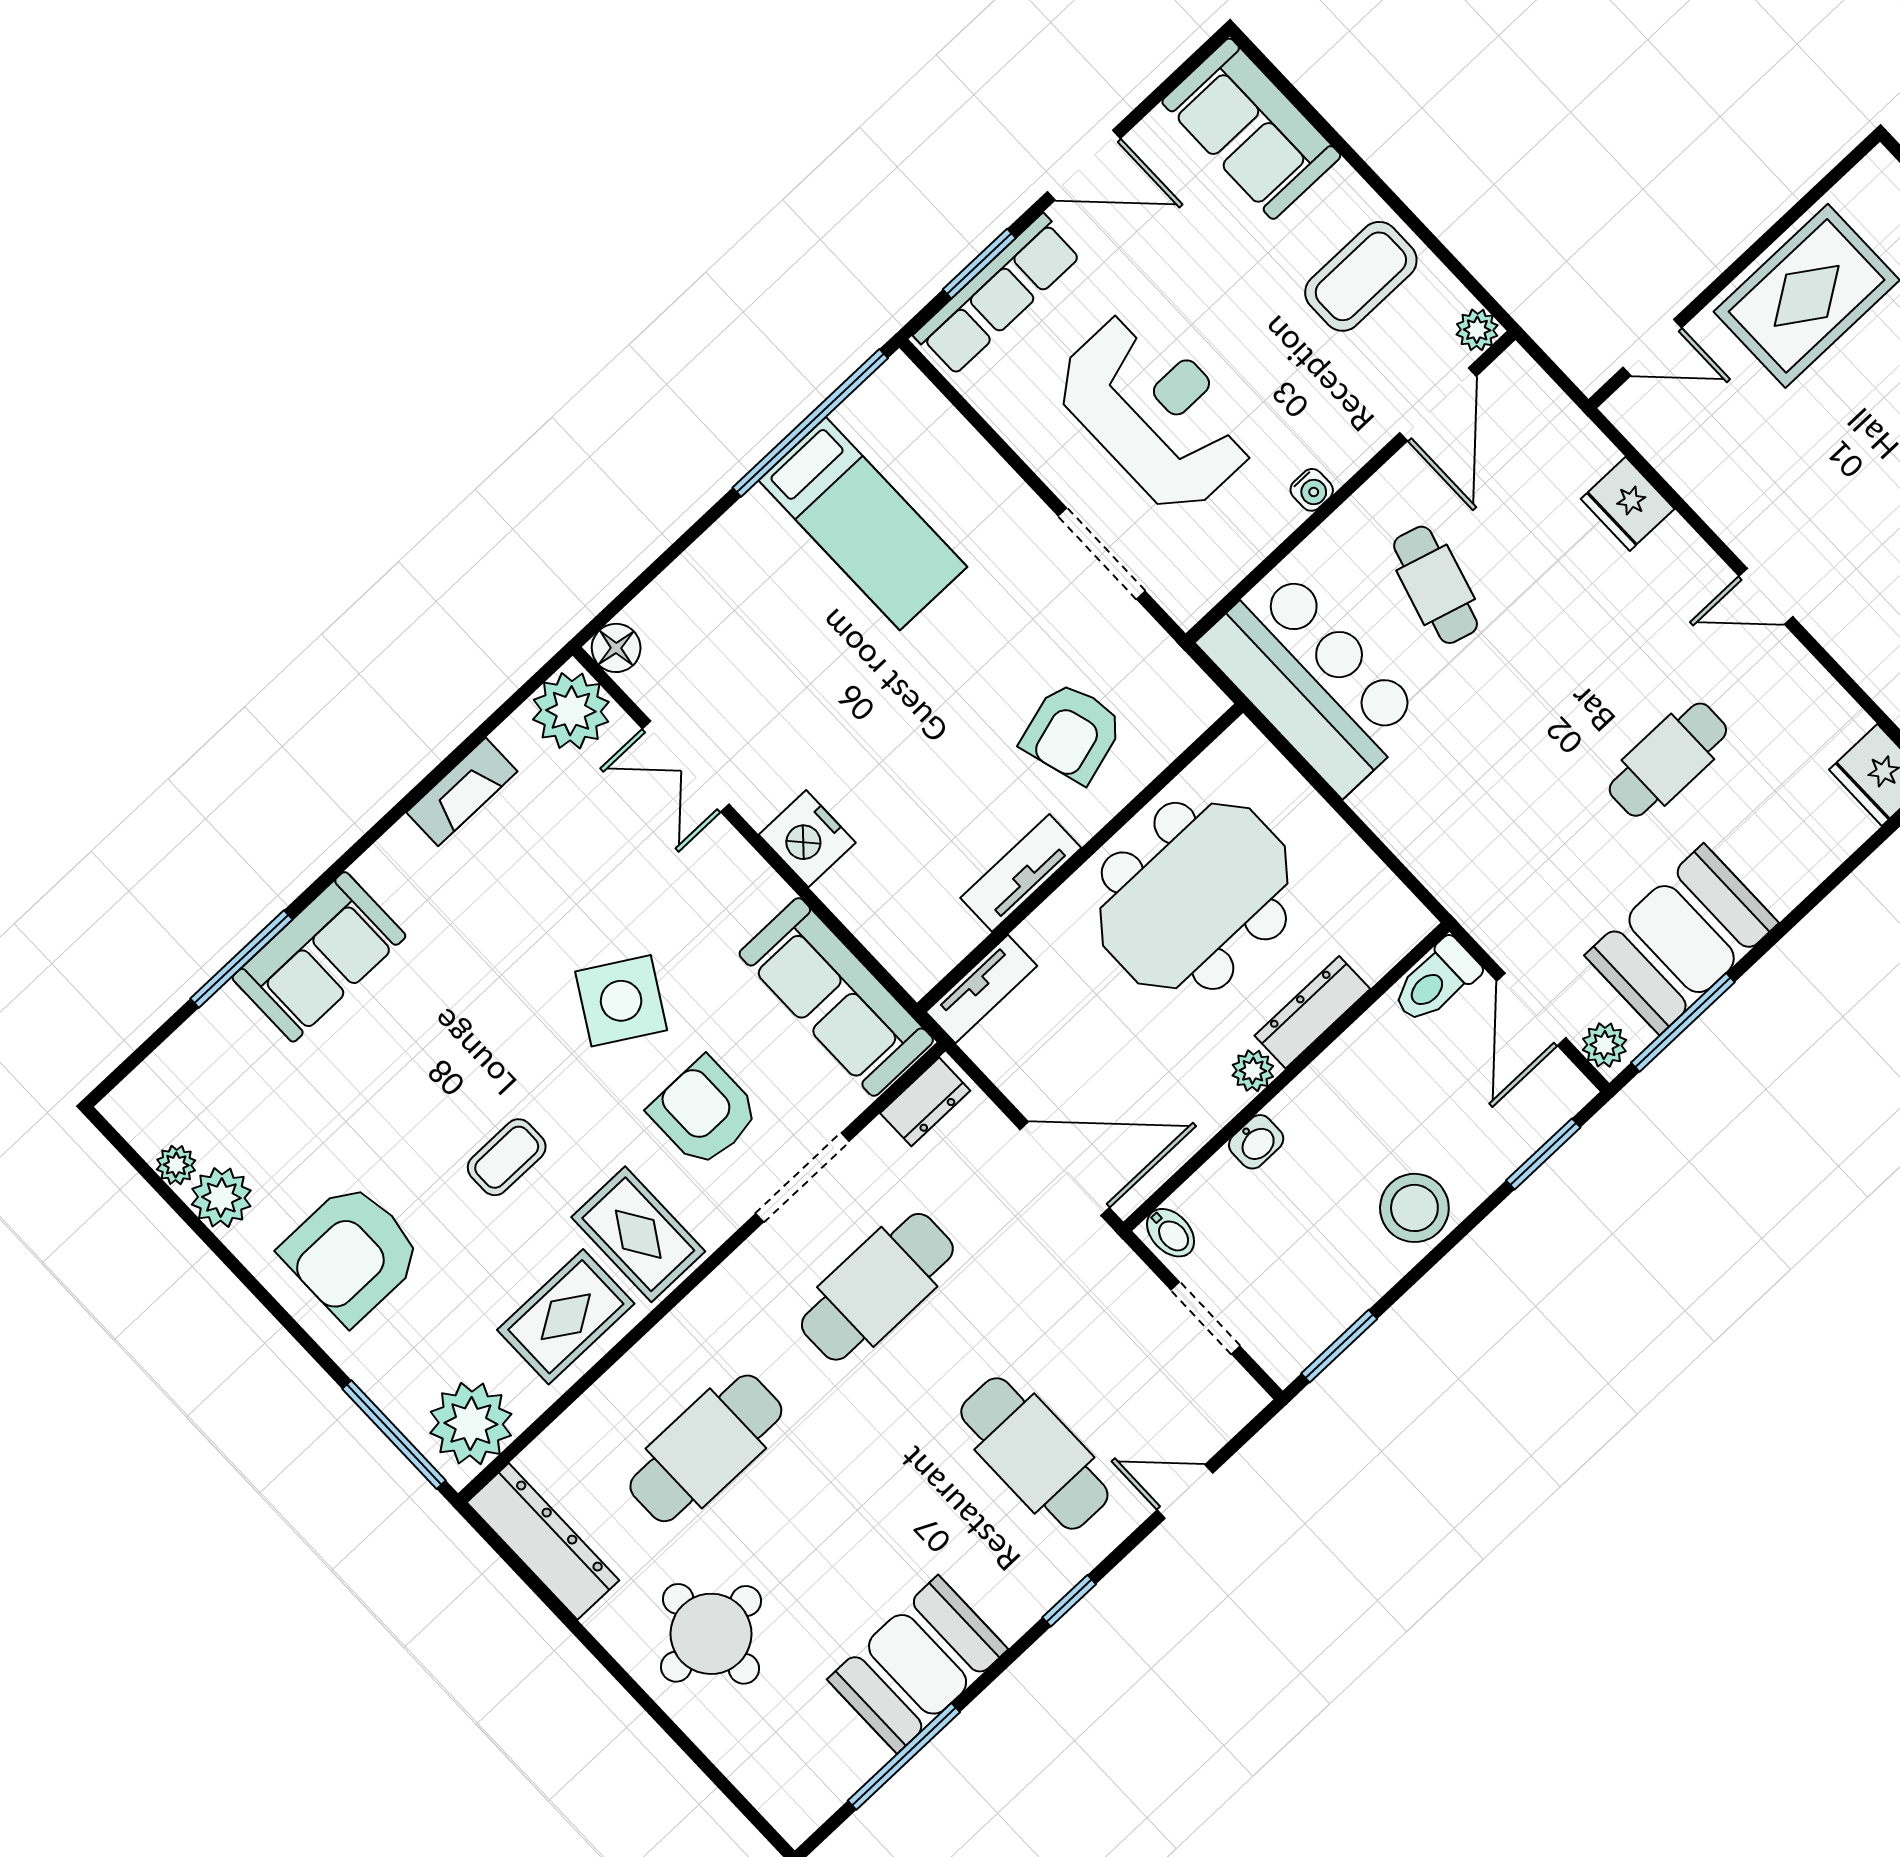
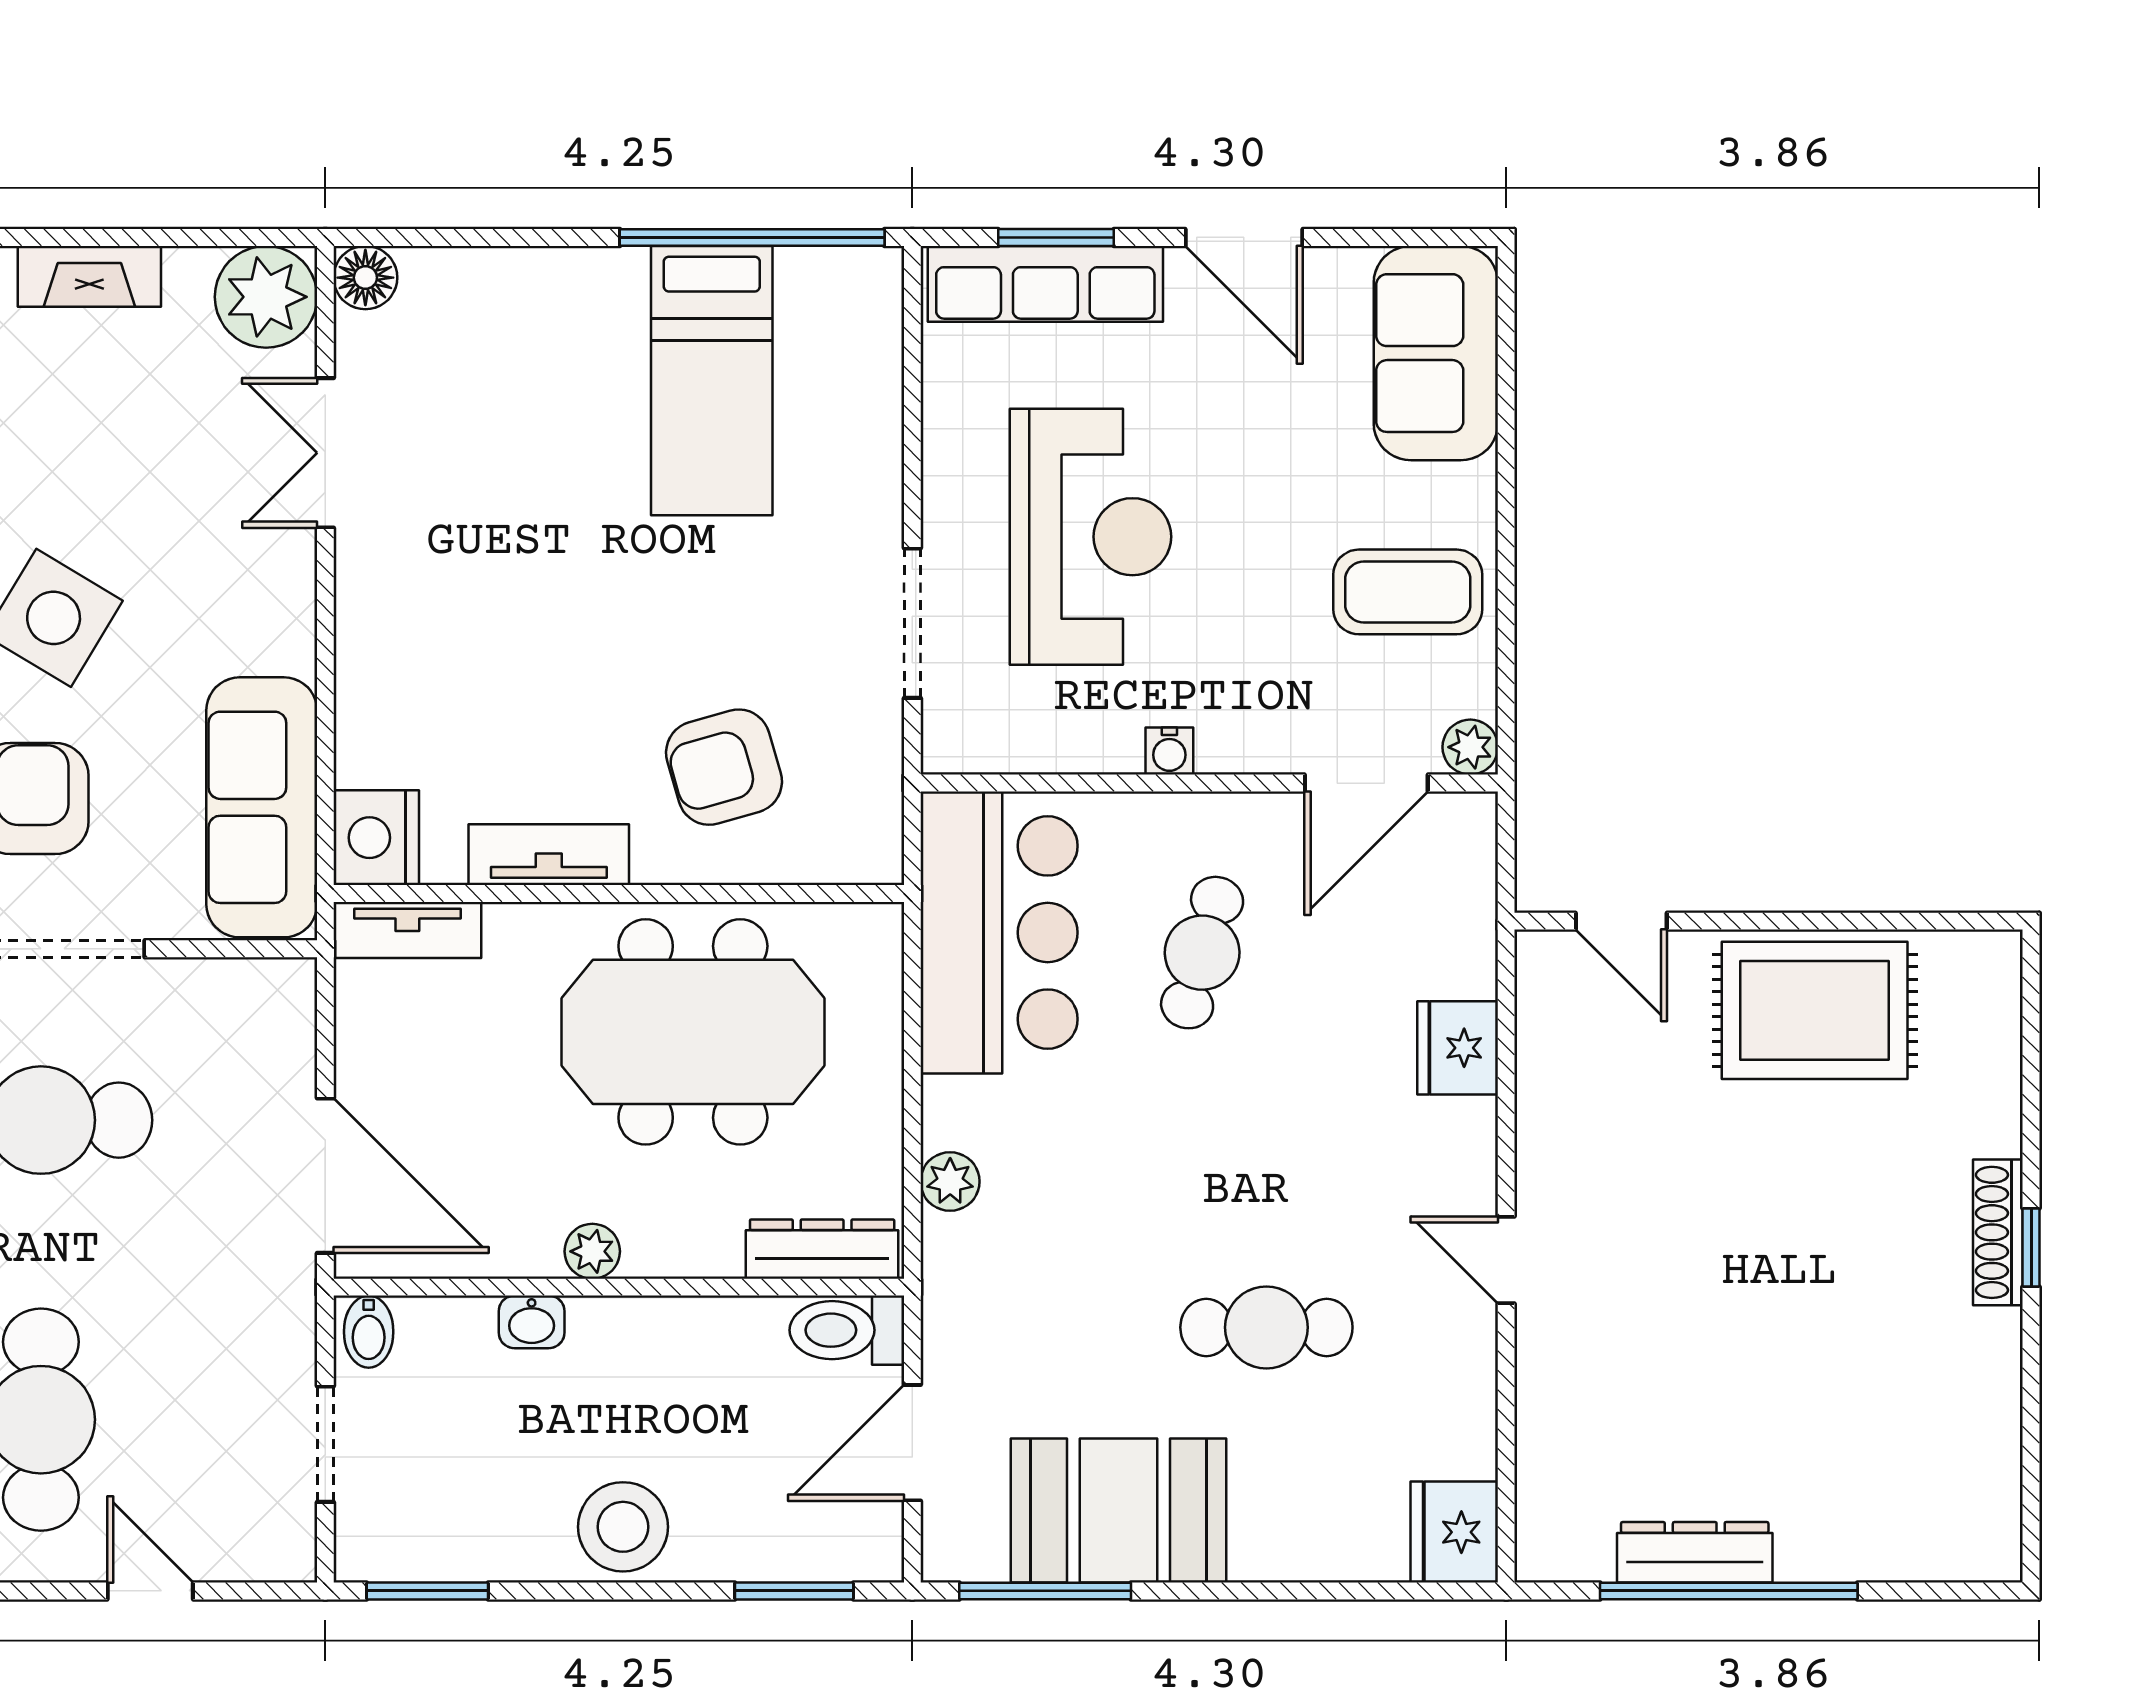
nightstand: (807, 839) -> (376, 838), moved
dresser: (1312, 1012) -> (822, 1249), moved
plant: (1604, 1045) -> (950, 1181), moved
dresser: (925, 1102) -> (252, 987), removed

